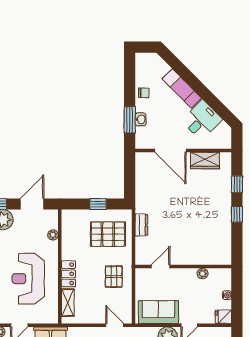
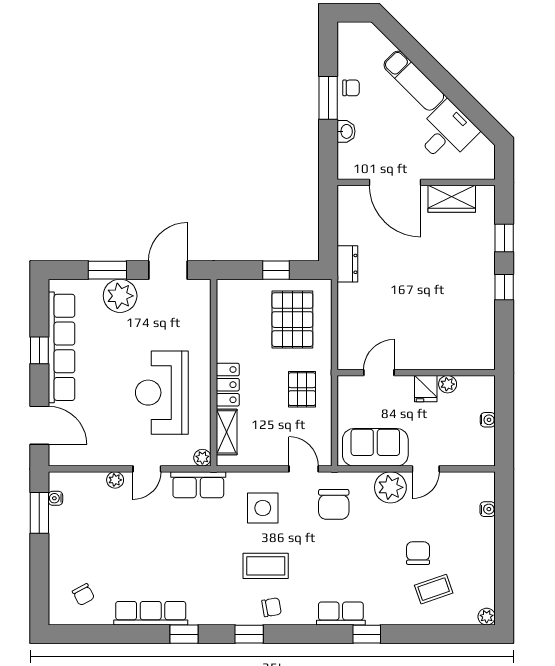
window: (130, 120) -> (328, 98), moved
dresser: (141, 225) -> (347, 264), moved
pallet: (108, 234) -> (292, 320), turned 90
plant: (53, 235) -> (202, 458), moved
fridge: (223, 317) -> (426, 389), moved, turned -90

